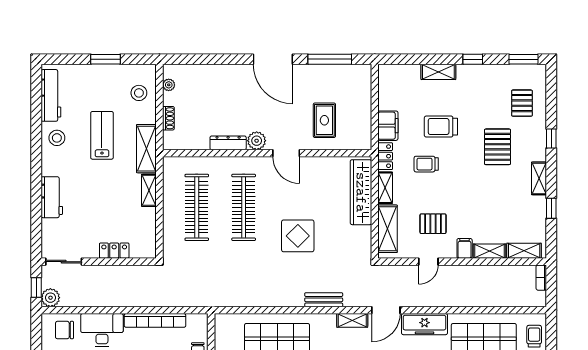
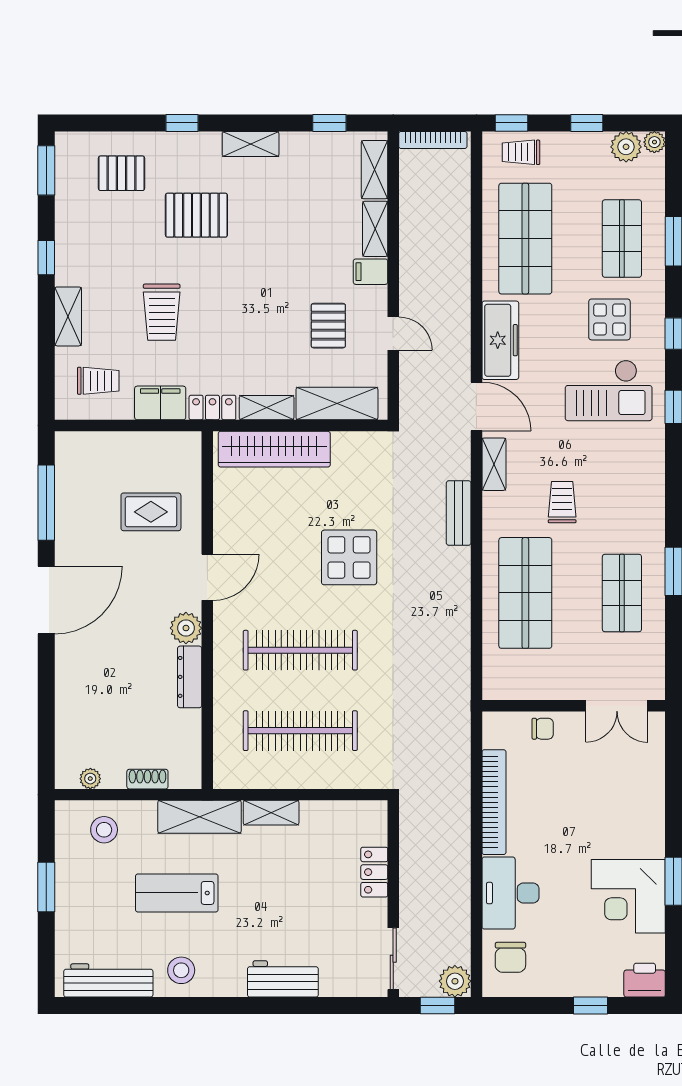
trolley: (426, 164) -> (98, 381), moved, turned -90
window: (551, 208) -> (329, 123), moved
bookcase: (541, 278) -> (433, 140), width x1.56
window: (551, 331) -> (512, 123), added

